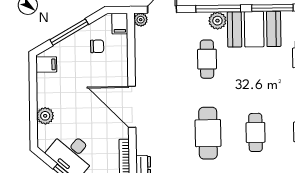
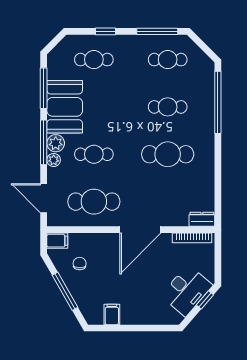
plant: (141, 20) -> (54, 160), moved
cafe table: (159, 60) -> (94, 202), added
filing cabinet: (46, 64) -> (112, 315), moved
plant: (45, 116) -> (148, 316), removed

